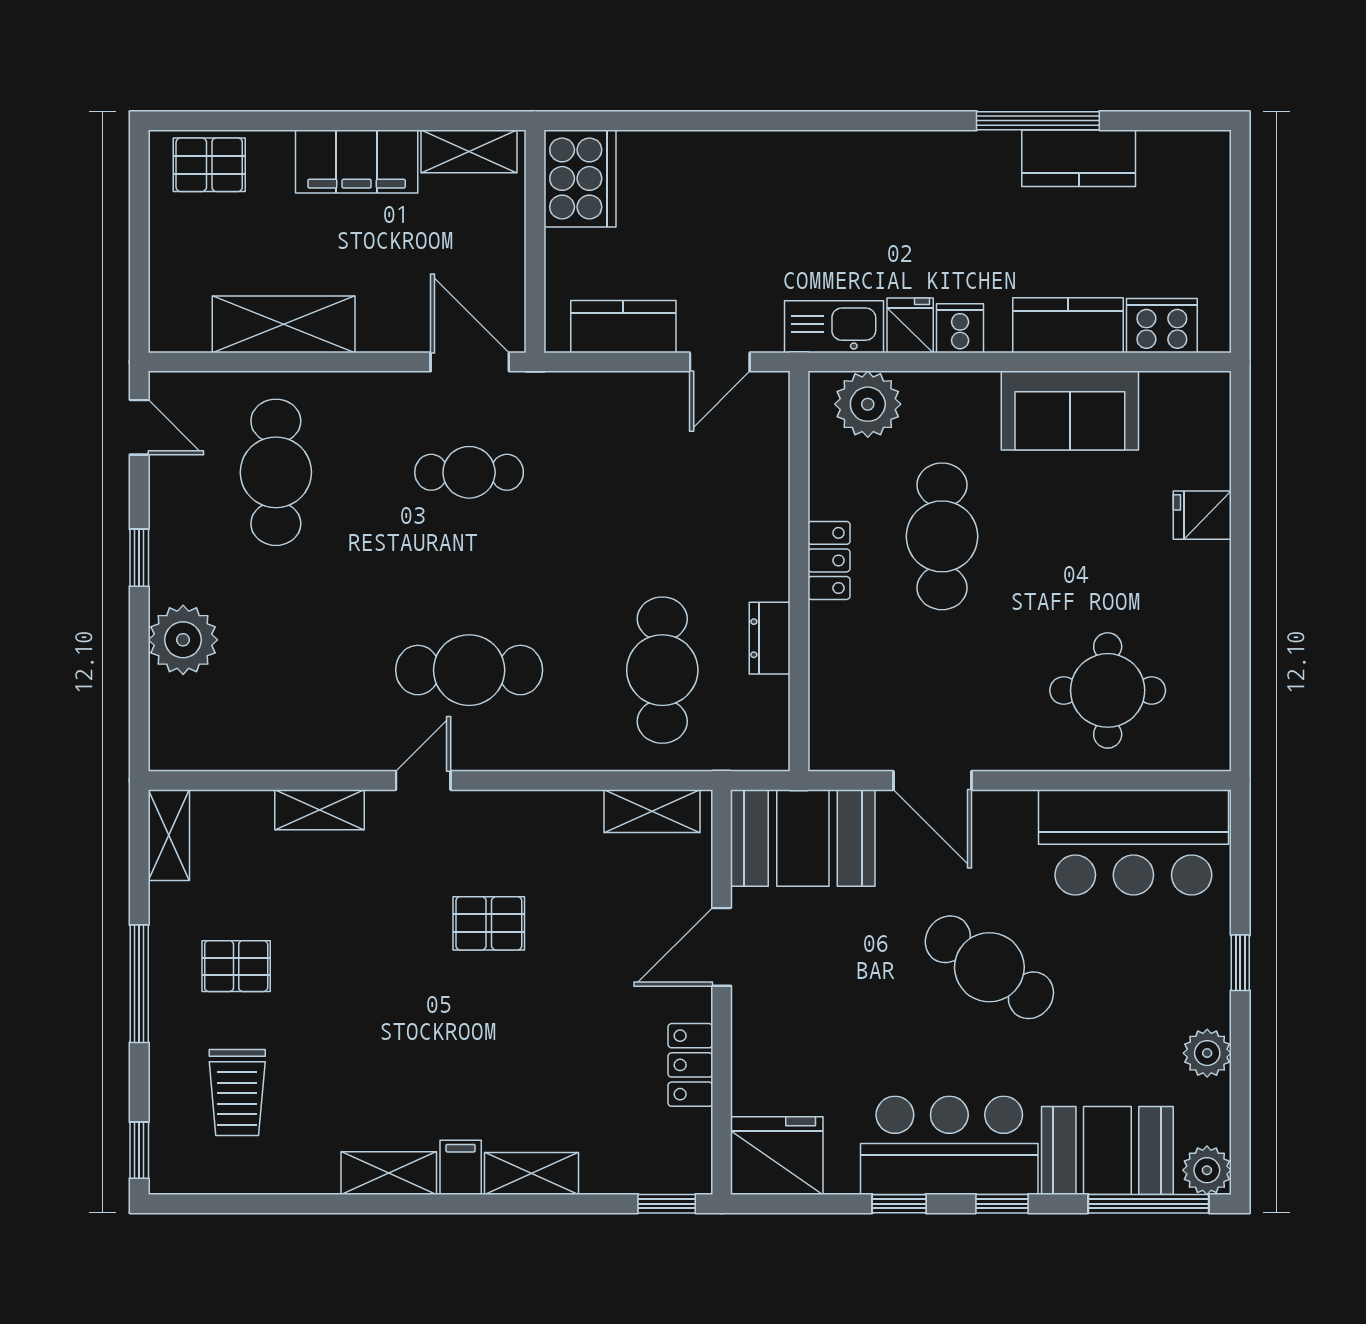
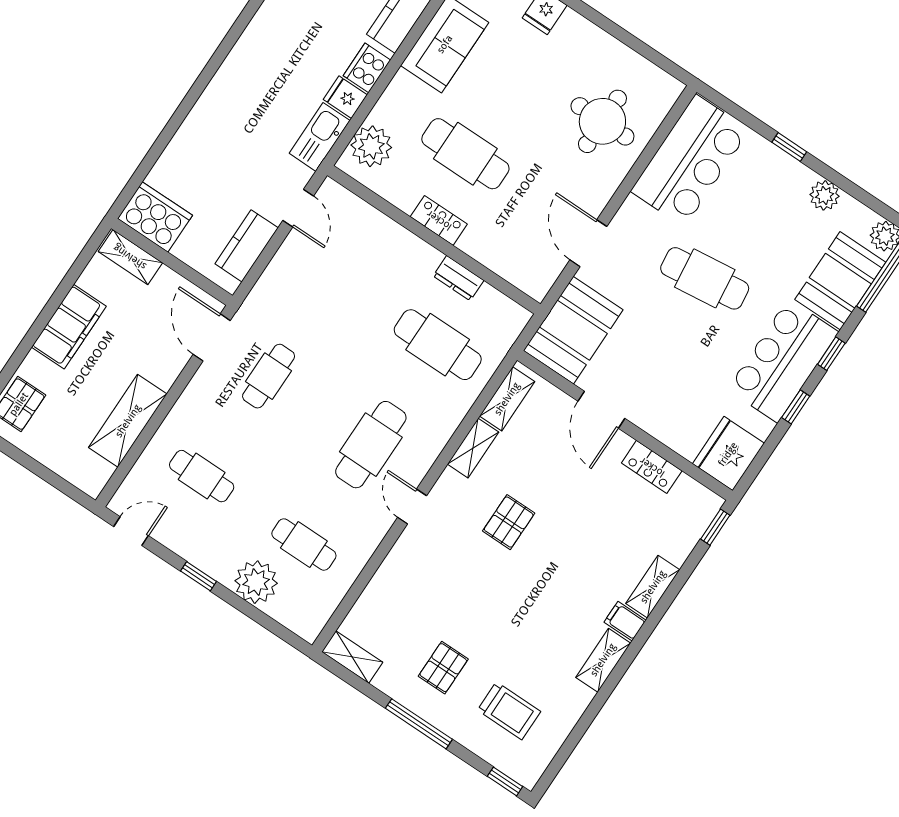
shelving: (469, 151) -> (130, 257), moved, turned 90
cooker: (960, 328) -> (367, 68), width x1.36
door: (470, 362) -> (212, 337), hinge flipped
cafe table: (276, 472) -> (202, 476), width x0.73, depth x0.74
cafe table: (276, 670) -> (304, 545), added
door: (932, 780) -> (588, 243), swing flipped
shelving: (320, 810) -> (473, 448), moved
cafe table: (989, 967) -> (705, 278), turned 49

